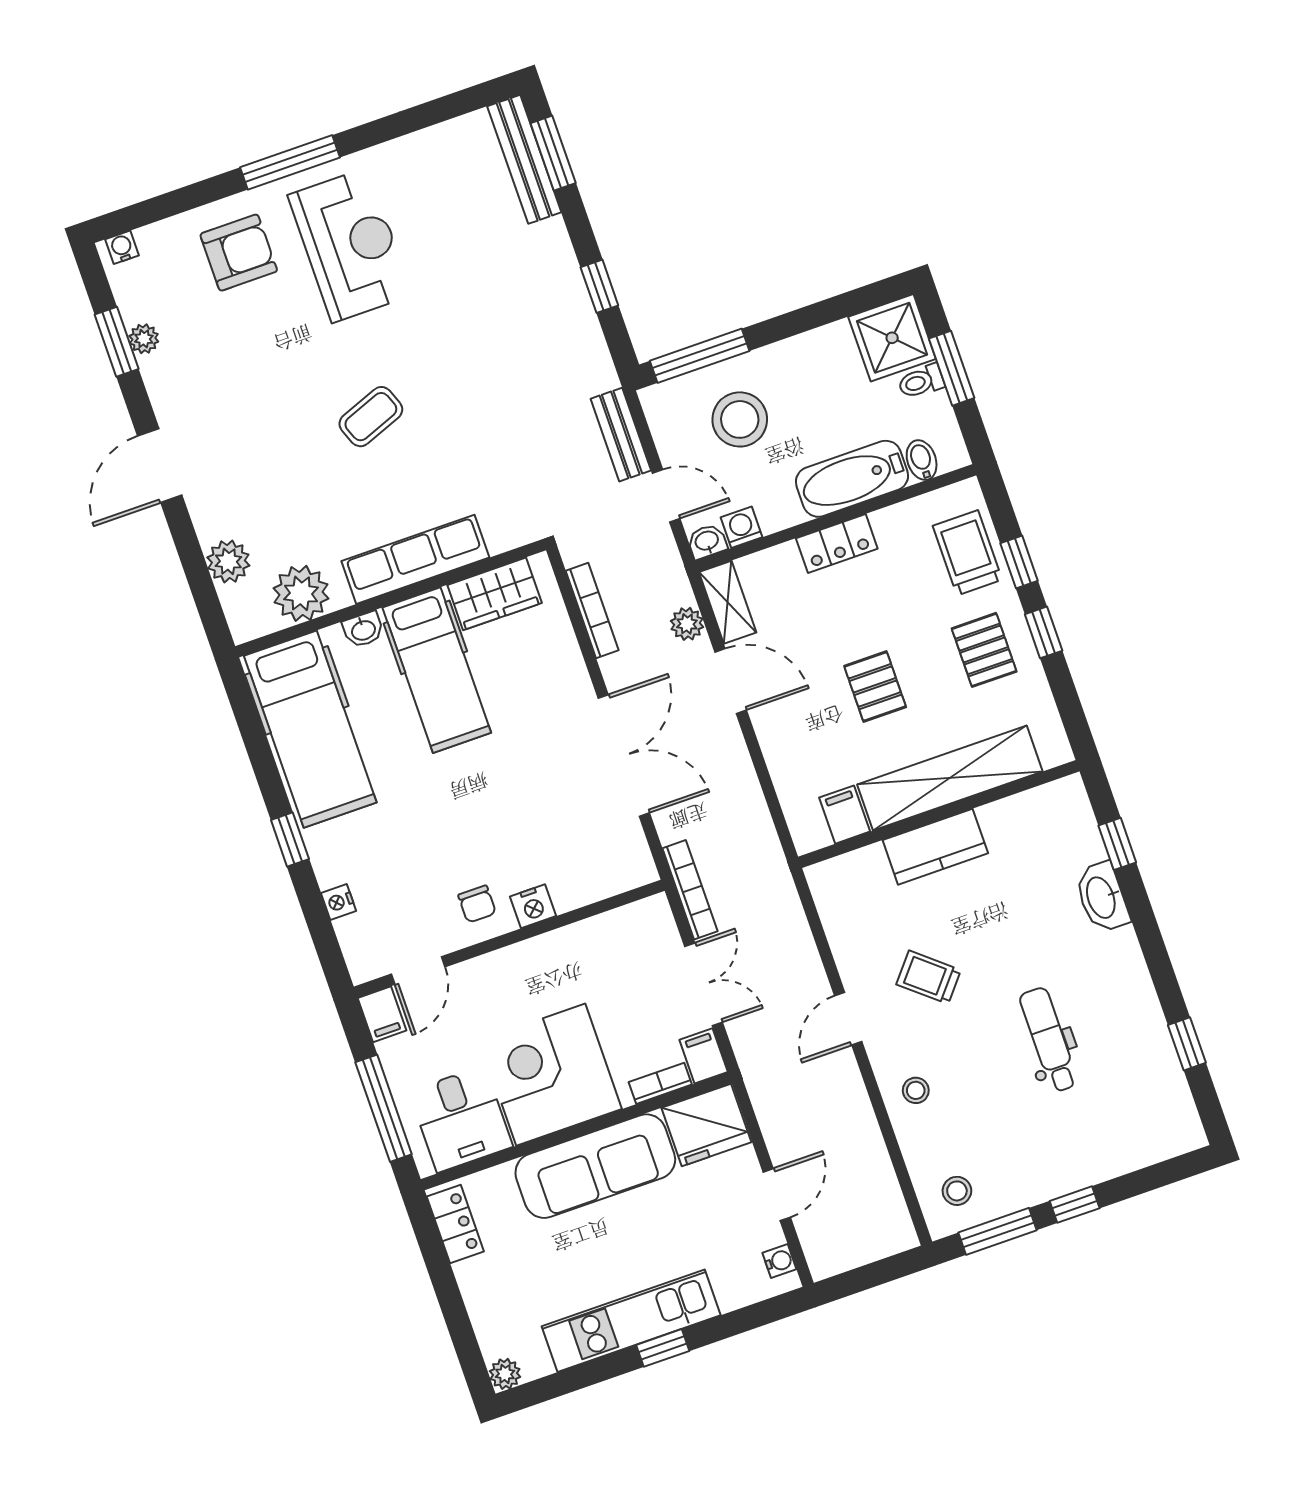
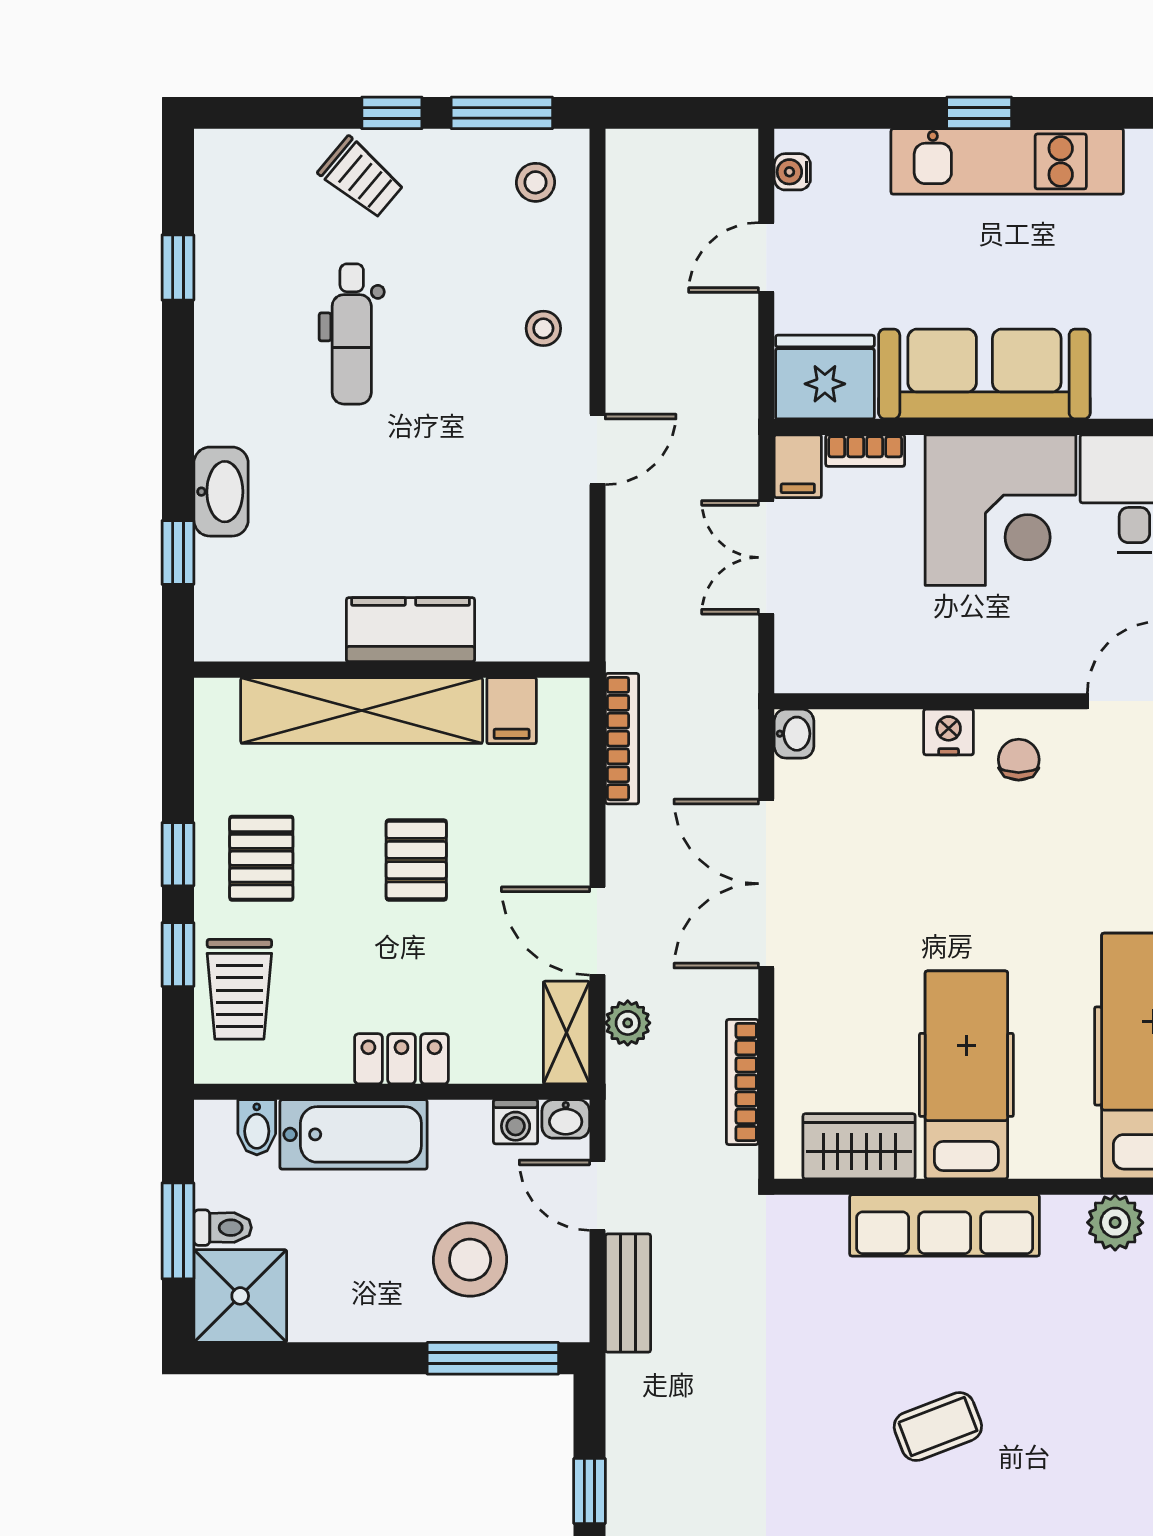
plant: (301, 593) -> (1115, 1223), width x0.73, depth x0.73
washbasin: (363, 630) -> (794, 734), moved, turned 90
bookcase: (690, 890) -> (622, 739), moved, turned 180
trolley: (929, 977) -> (361, 178), moved

